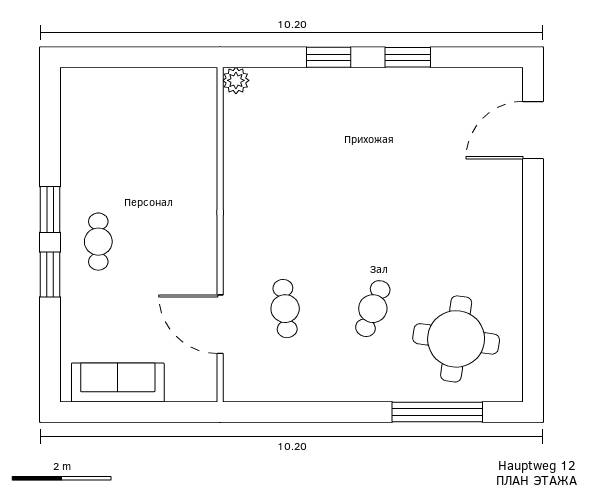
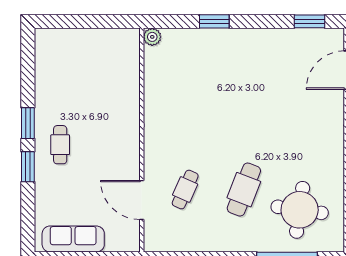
window: (408, 57) -> (309, 21), moved
cafe table: (285, 309) -> (185, 190), turned 30
cafe table: (373, 309) -> (244, 190), width x1.37, depth x1.35

